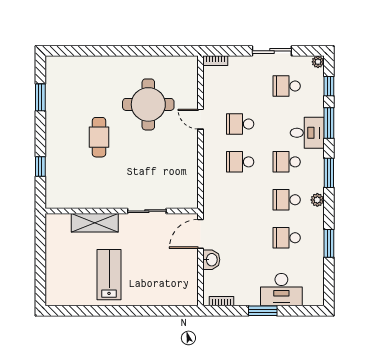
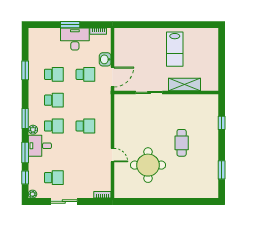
school desk: (240, 124) -> (85, 74), moved
plant: (317, 200) -> (33, 130), moved
desk: (281, 290) -> (75, 39), moved

